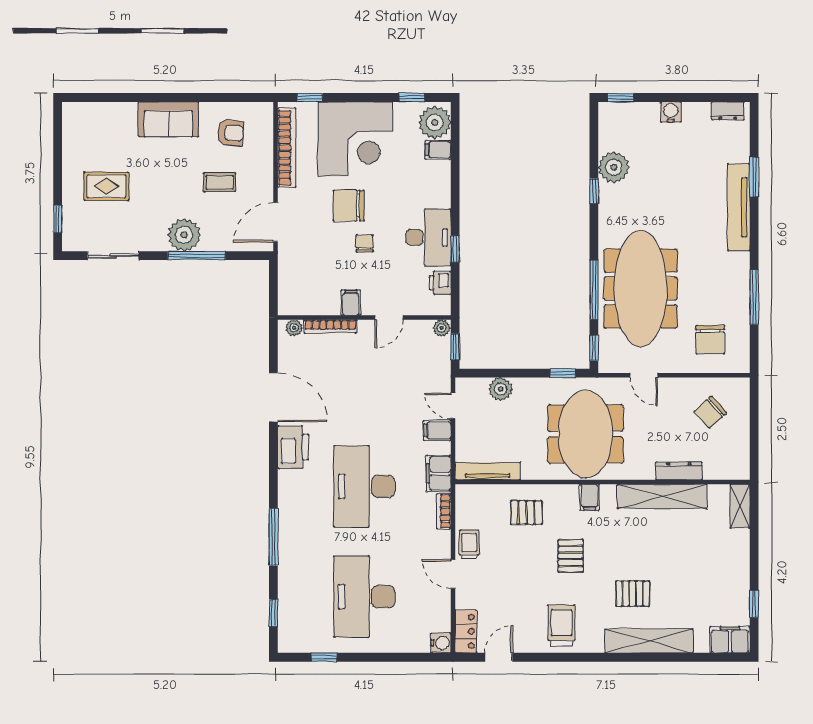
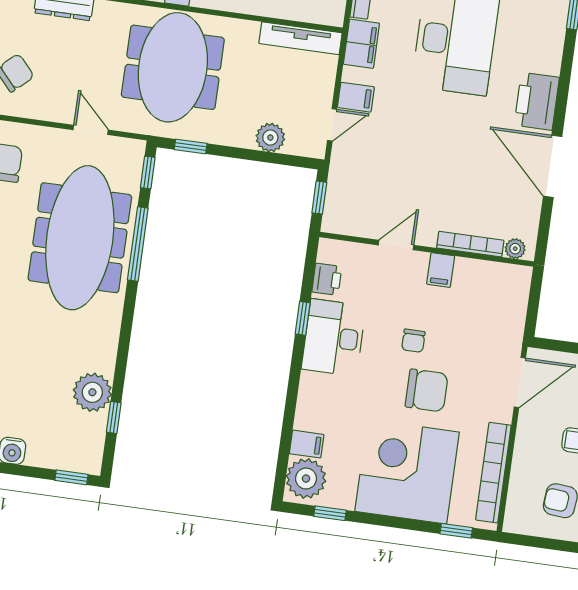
window: (594, 191) -> (114, 417), moved
plant: (442, 328) -> (333, 223), removed
door: (453, 406) -> (332, 125), hinge flipped

